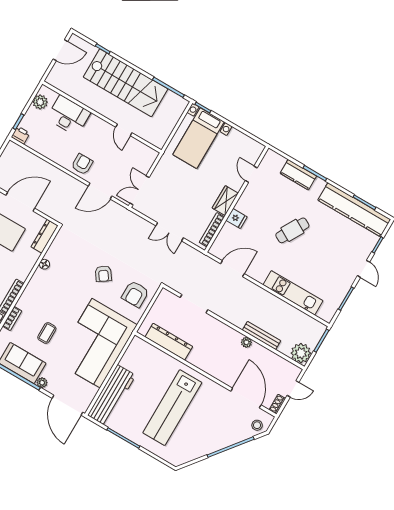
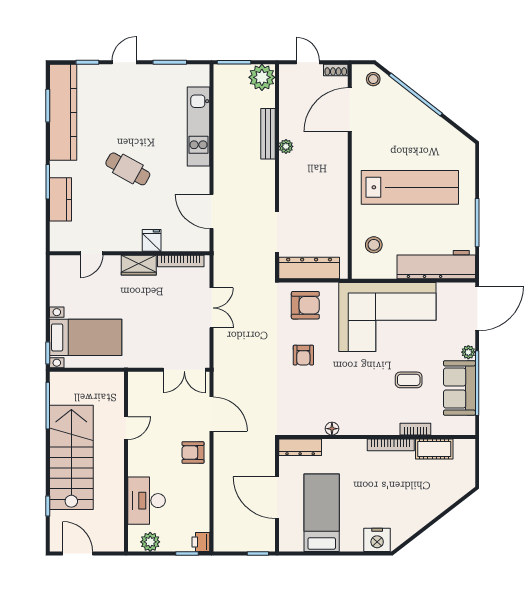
armchair: (103, 274) -> (303, 355), turned 125
dresser: (169, 342) -> (309, 268), moved, turned 90
stool: (148, 362) -> (374, 245), added

